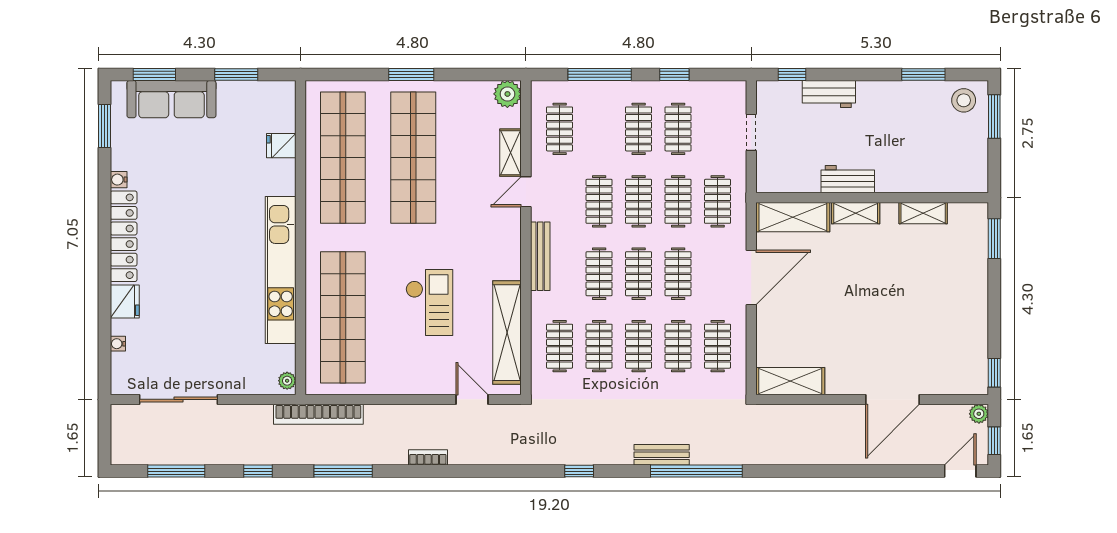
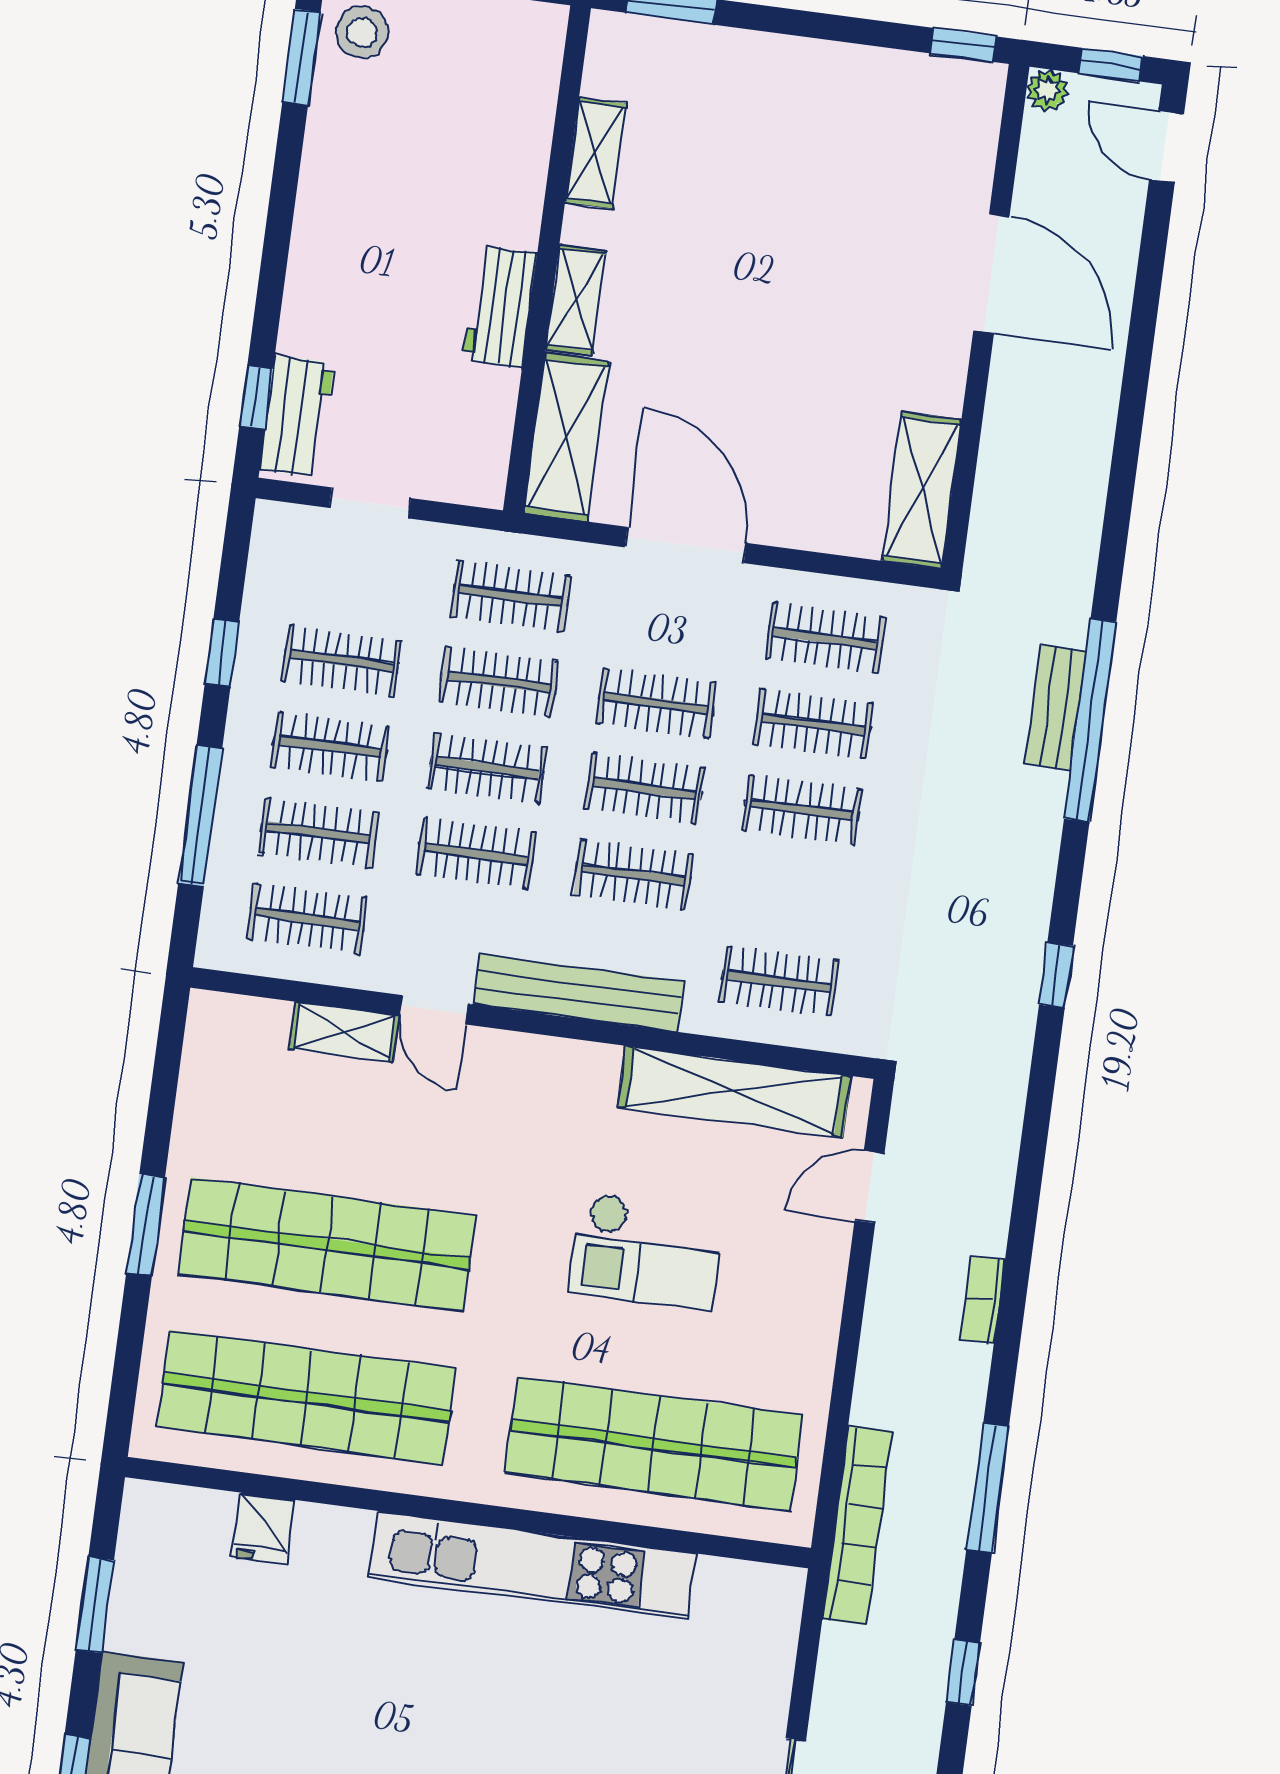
window: (923, 74) -> (301, 57), moved
plant: (507, 94) -> (216, 1021), removed
workbench: (829, 94) -> (297, 416), moved
bench: (540, 256) -> (578, 993), width x1.37, depth x1.21
checkout: (429, 302) -> (646, 1252), turned 180
clothes rail: (599, 346) -> (319, 833), moved
plant: (287, 381) -> (775, 1583), removed
bench: (662, 455) -> (1056, 708), moved

